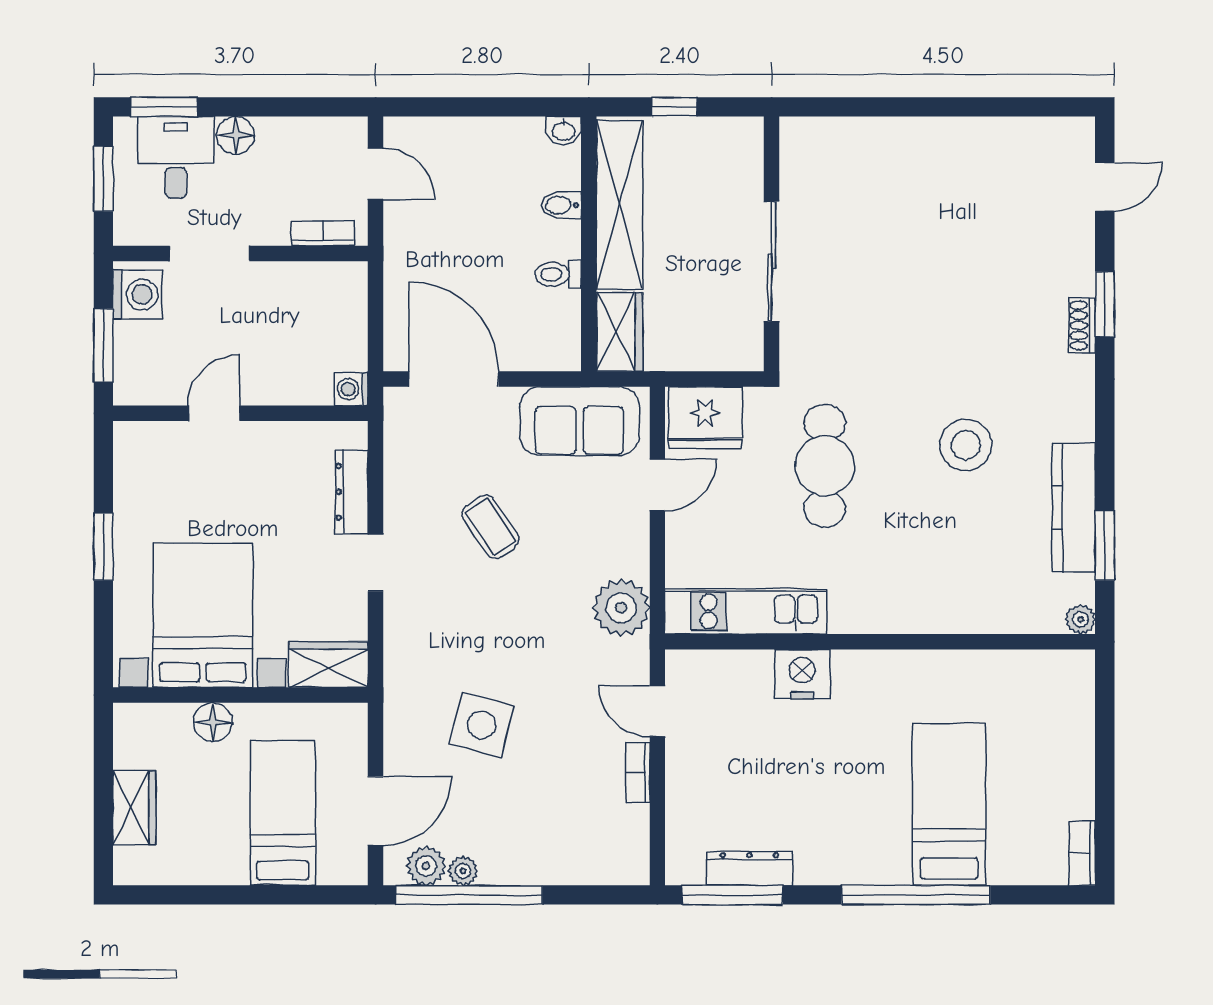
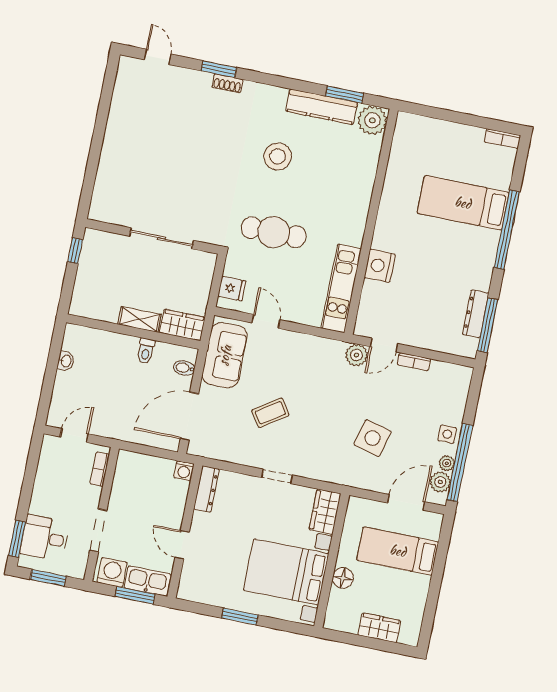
window: (674, 107) -> (75, 251), moved
washbasin: (564, 131) -> (66, 361), moved
floor lamp: (236, 135) -> (39, 504), removed
bidet: (561, 205) -> (184, 368), moved, turned 90
shelving: (620, 205) -> (139, 319), width x0.45, depth x0.75
kitchen sink: (135, 363) -> (147, 581), added
fridge: (705, 418) -> (232, 289), width x0.53, depth x0.75
dresser: (352, 492) -> (206, 489), moved, turned -90
plant: (621, 608) -> (356, 355), moved, width x0.73, depth x0.73
plant: (1080, 619) -> (372, 120), width x1.87, depth x1.87
door: (376, 811) -> (406, 502), hinge flipped
side table: (517, 861) -> (447, 434), added

